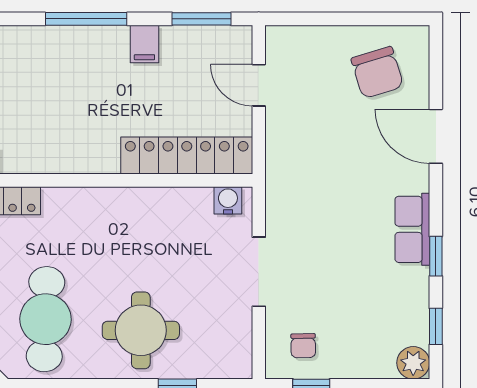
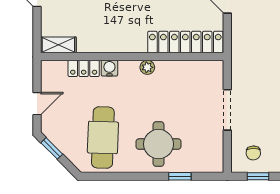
plant: (122, 199) -> (147, 67), added
water cooler: (228, 200) -> (109, 68), moved

